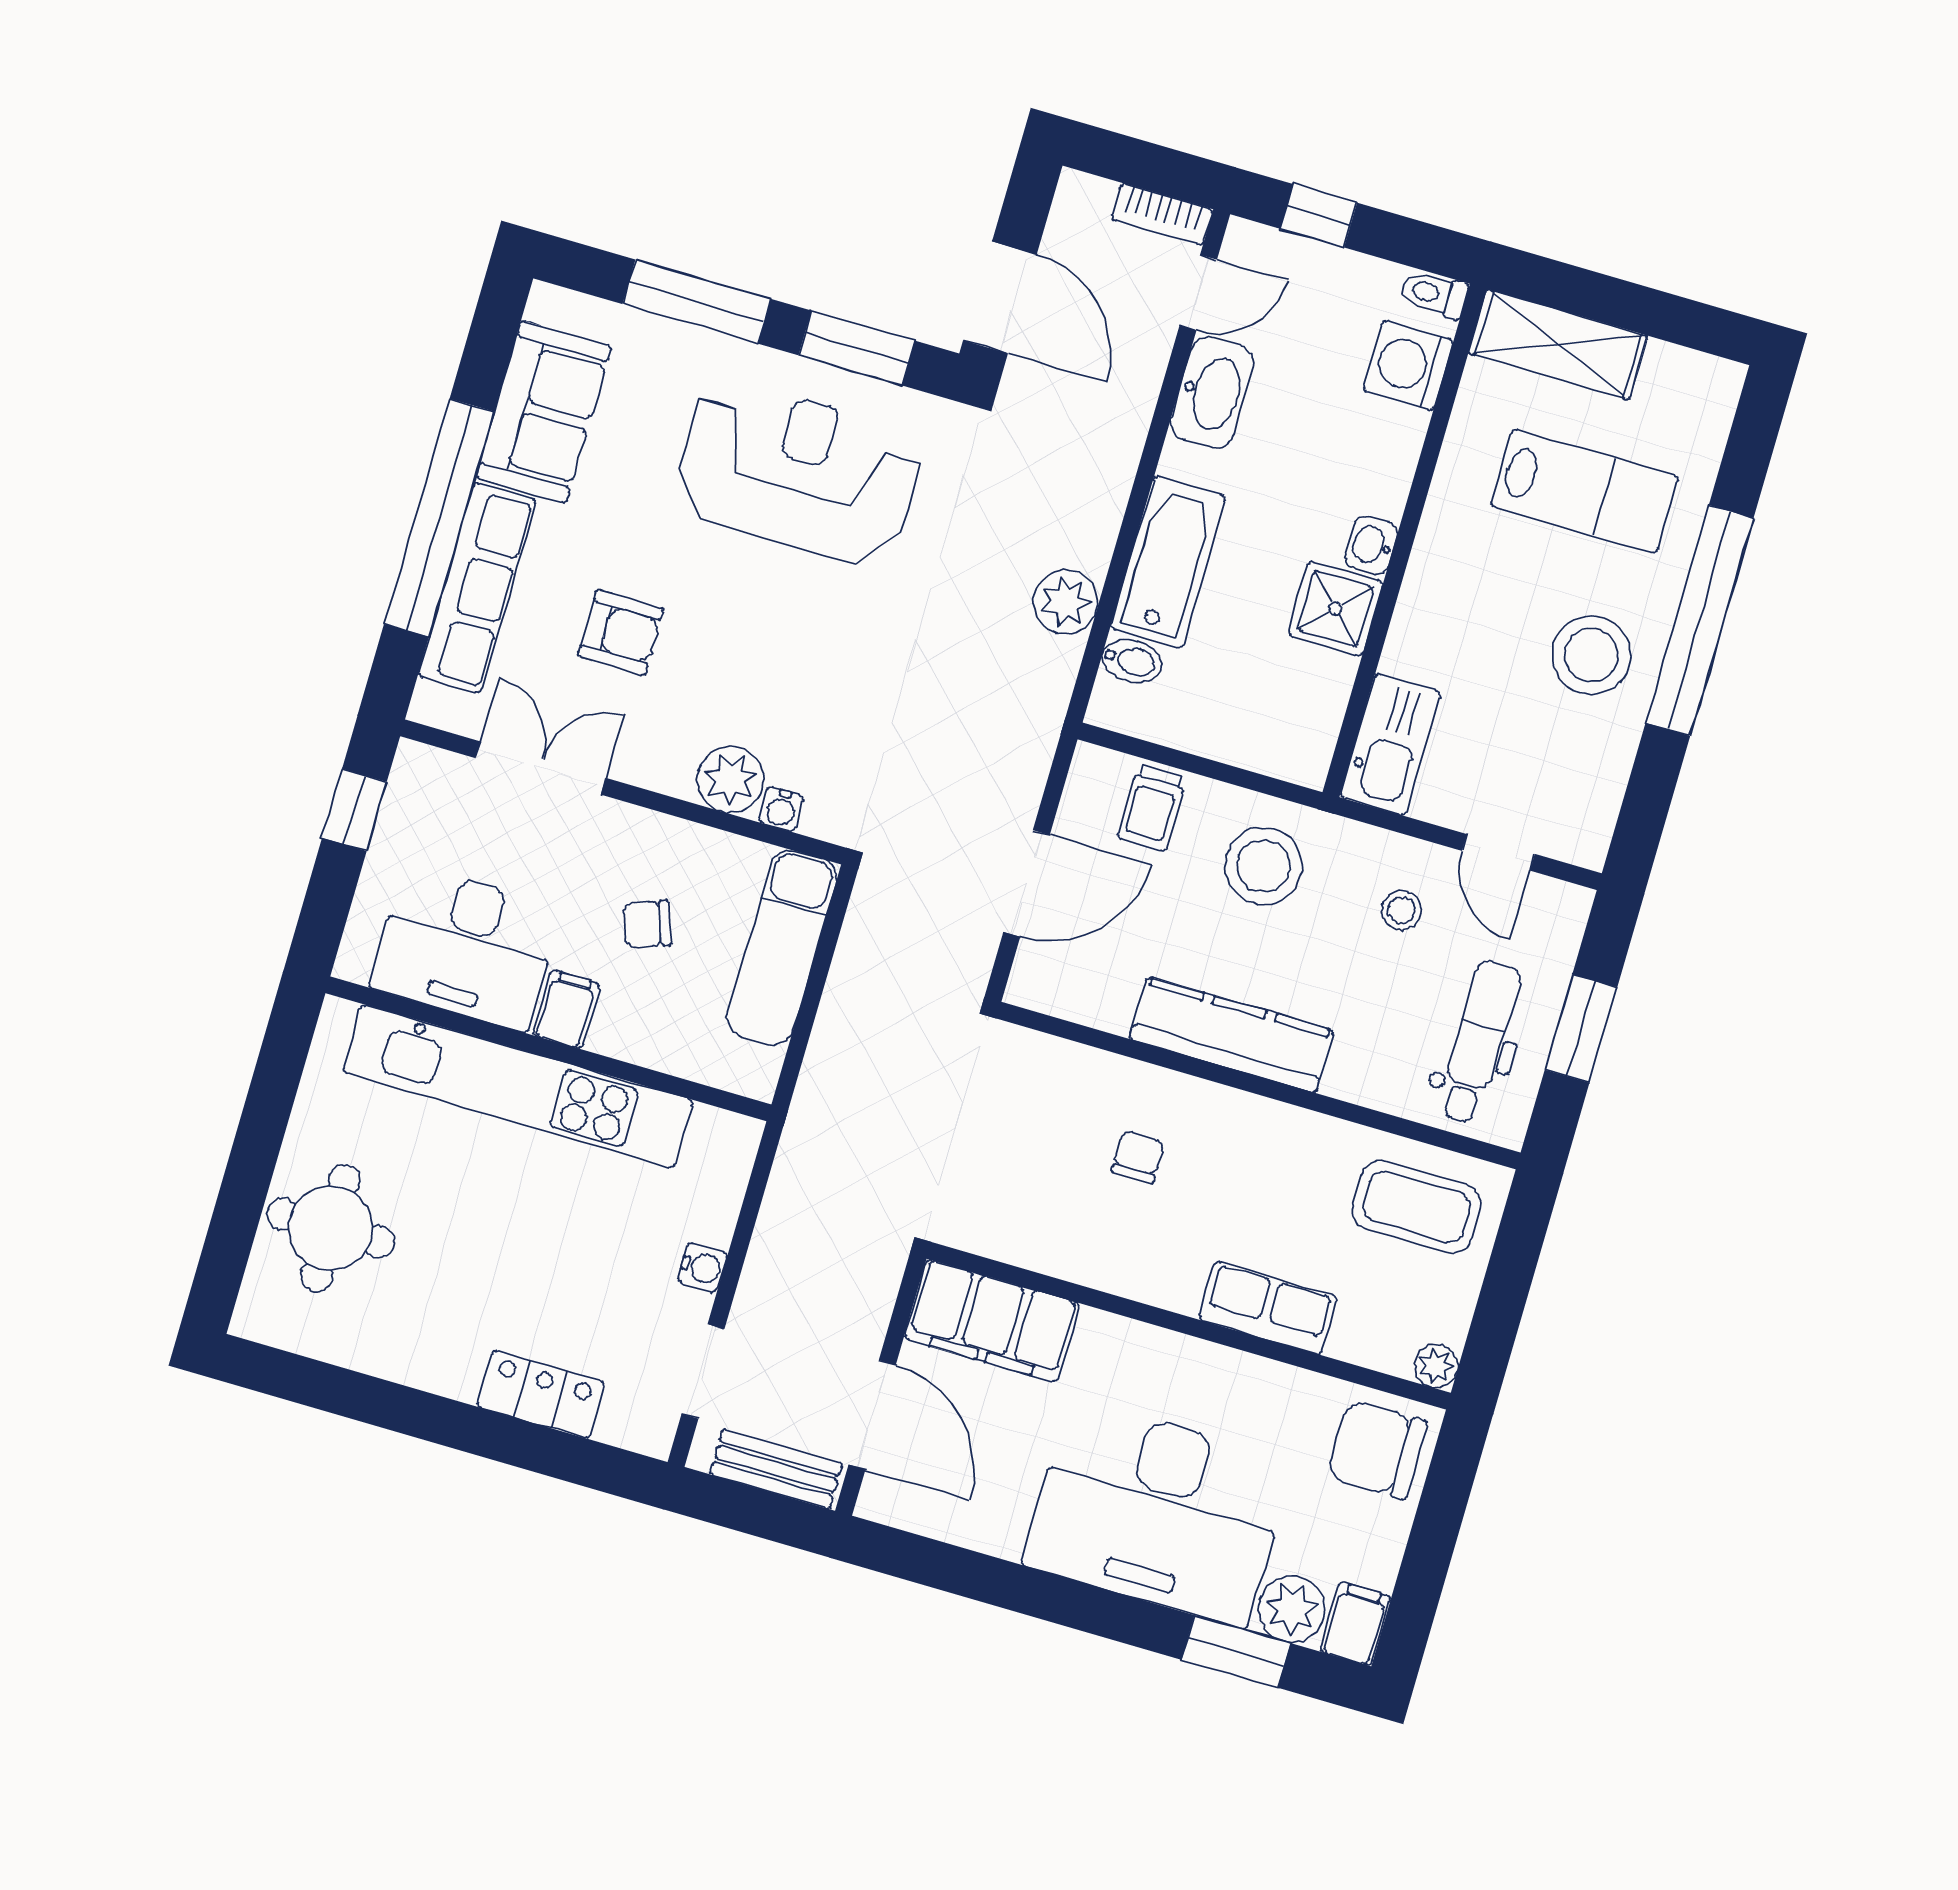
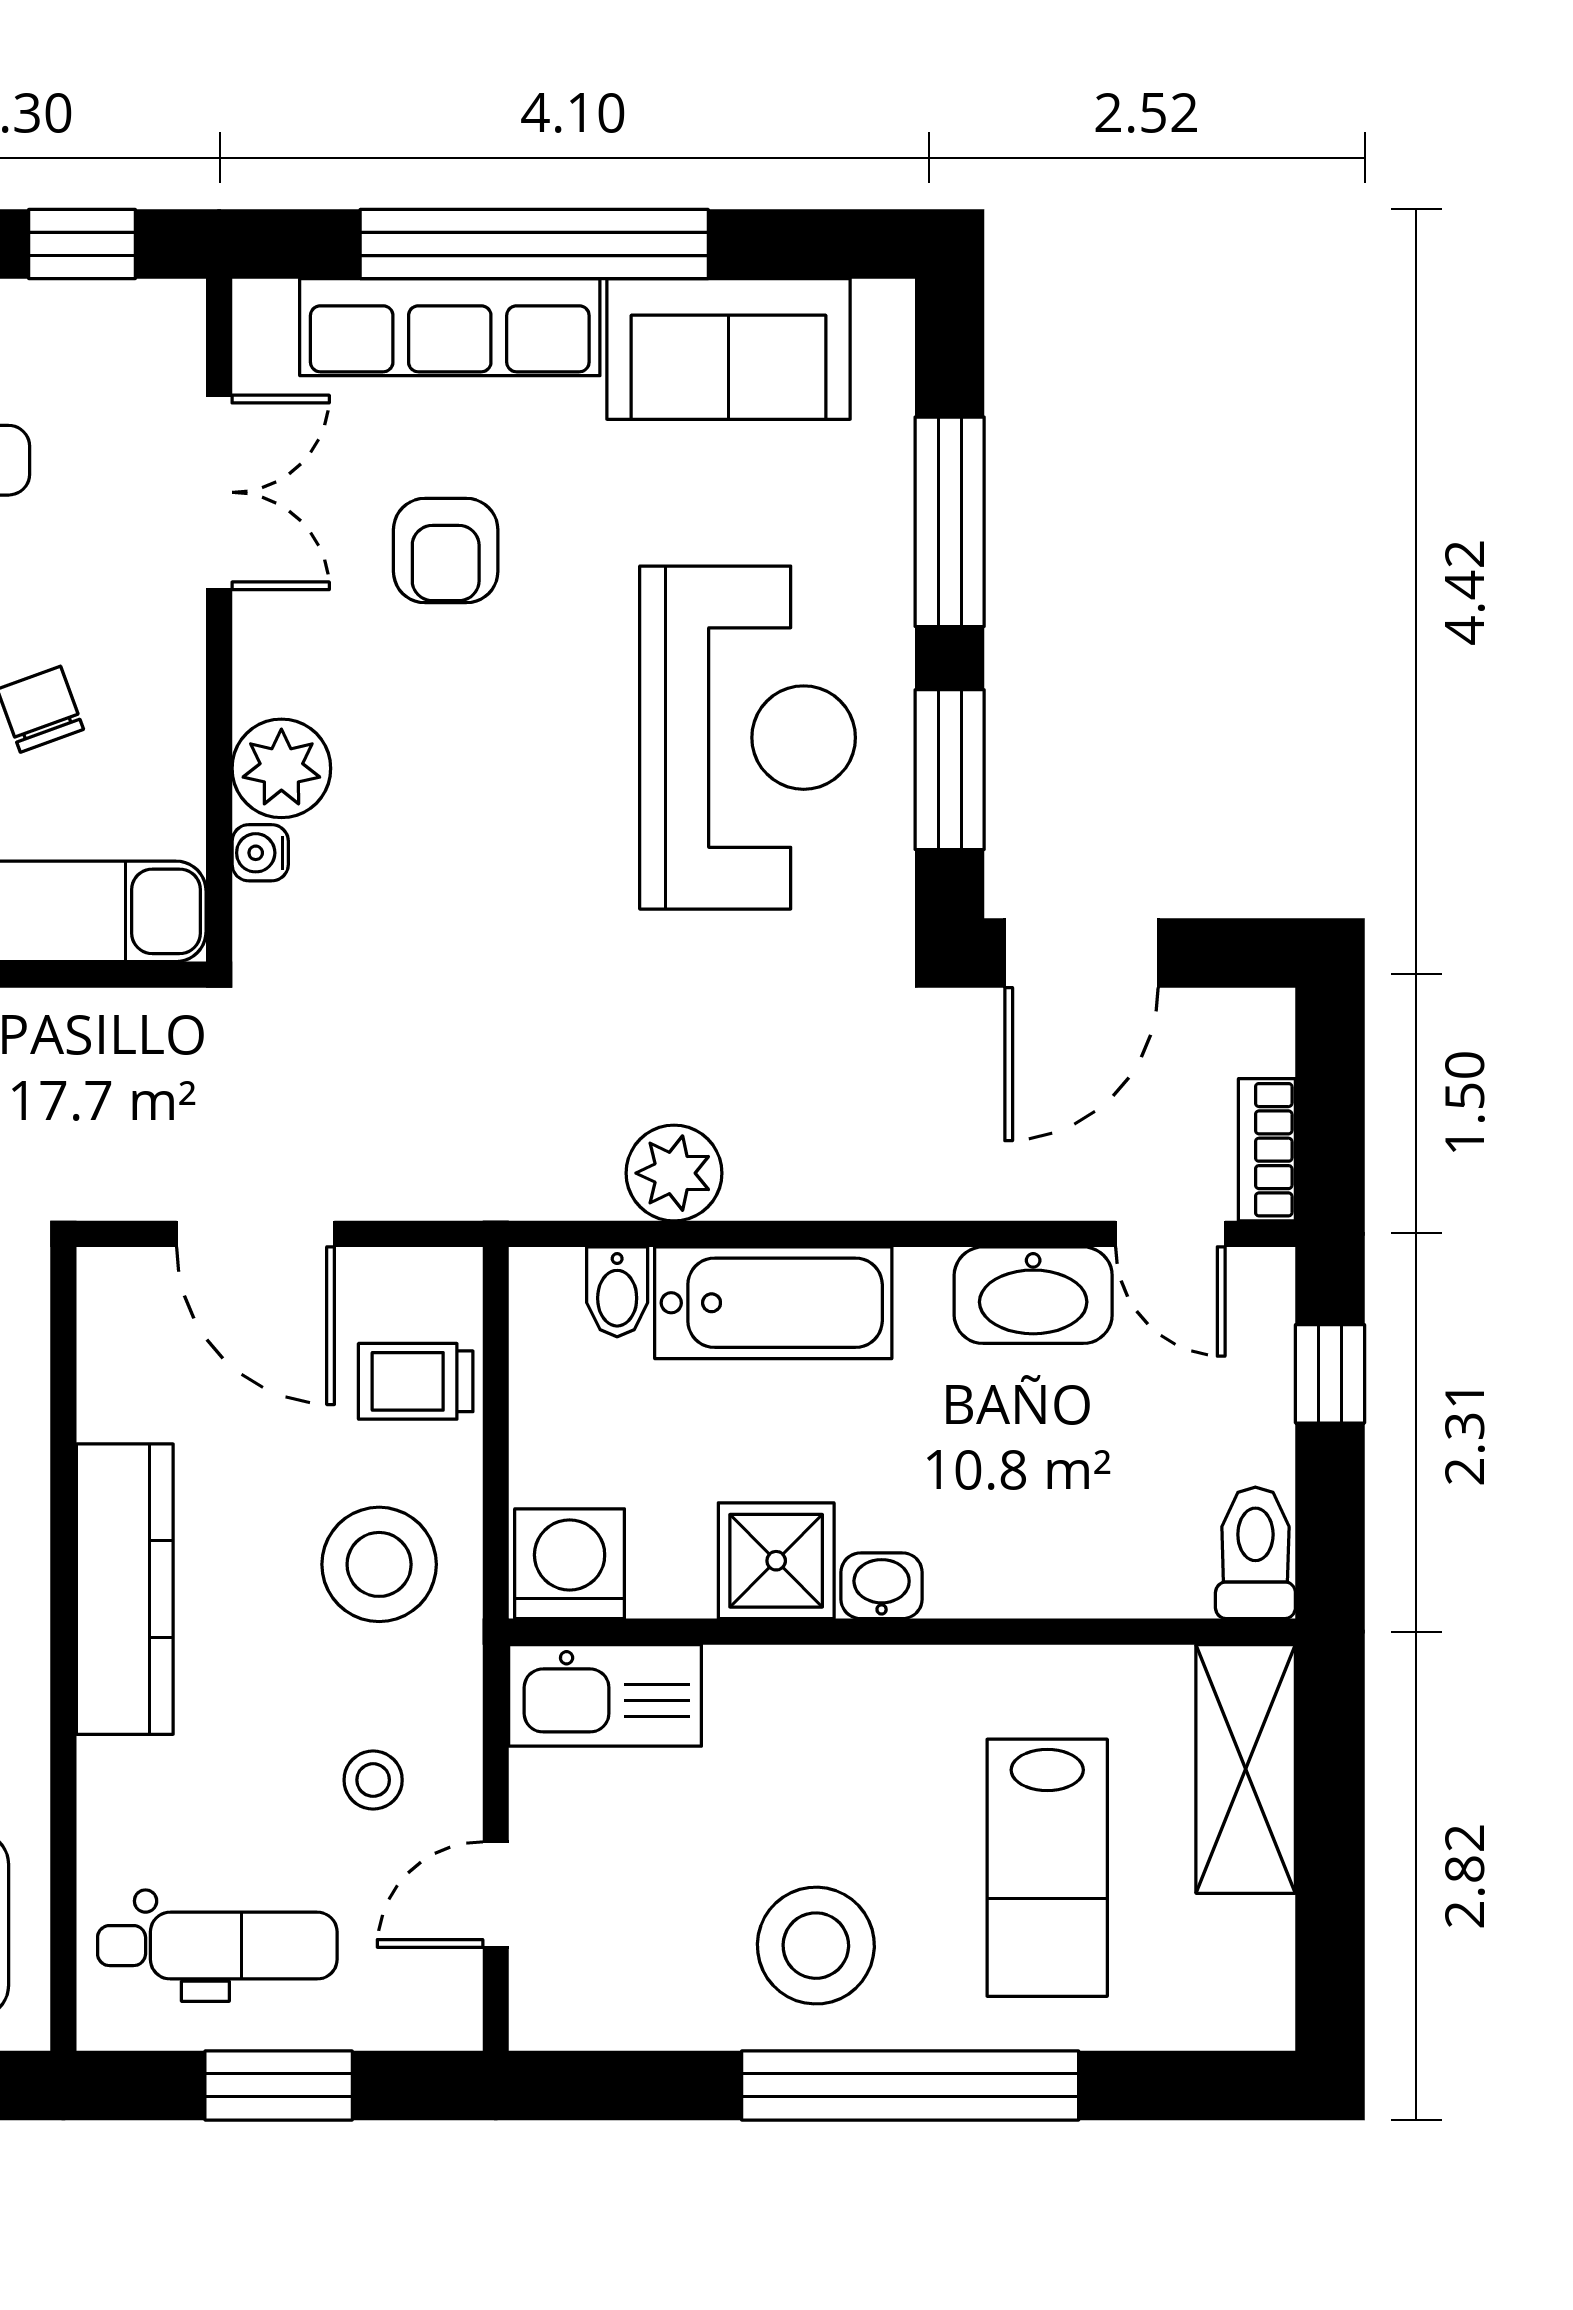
toilet: (1434, 294) -> (1255, 1553), width x1.37, depth x1.39
washing machine: (1408, 365) -> (570, 1564), moved

